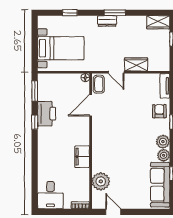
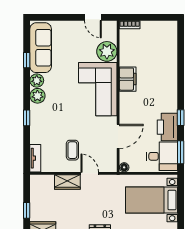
coffee table: (99, 84) -> (72, 150), moved
armchair: (159, 111) -> (42, 130), removed
corner sofa: (109, 148) -> (98, 89), added
desk: (50, 195) -> (162, 156), moved, turned 90

